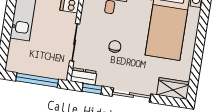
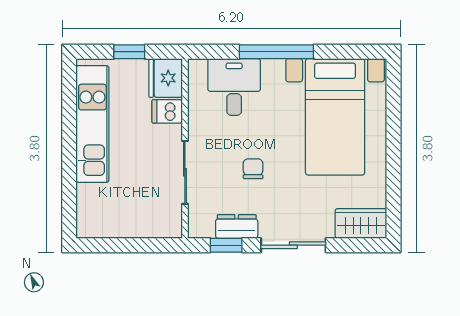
dresser: (84, 76) -> (237, 227), moved
window: (37, 80) -> (133, 245), removed

